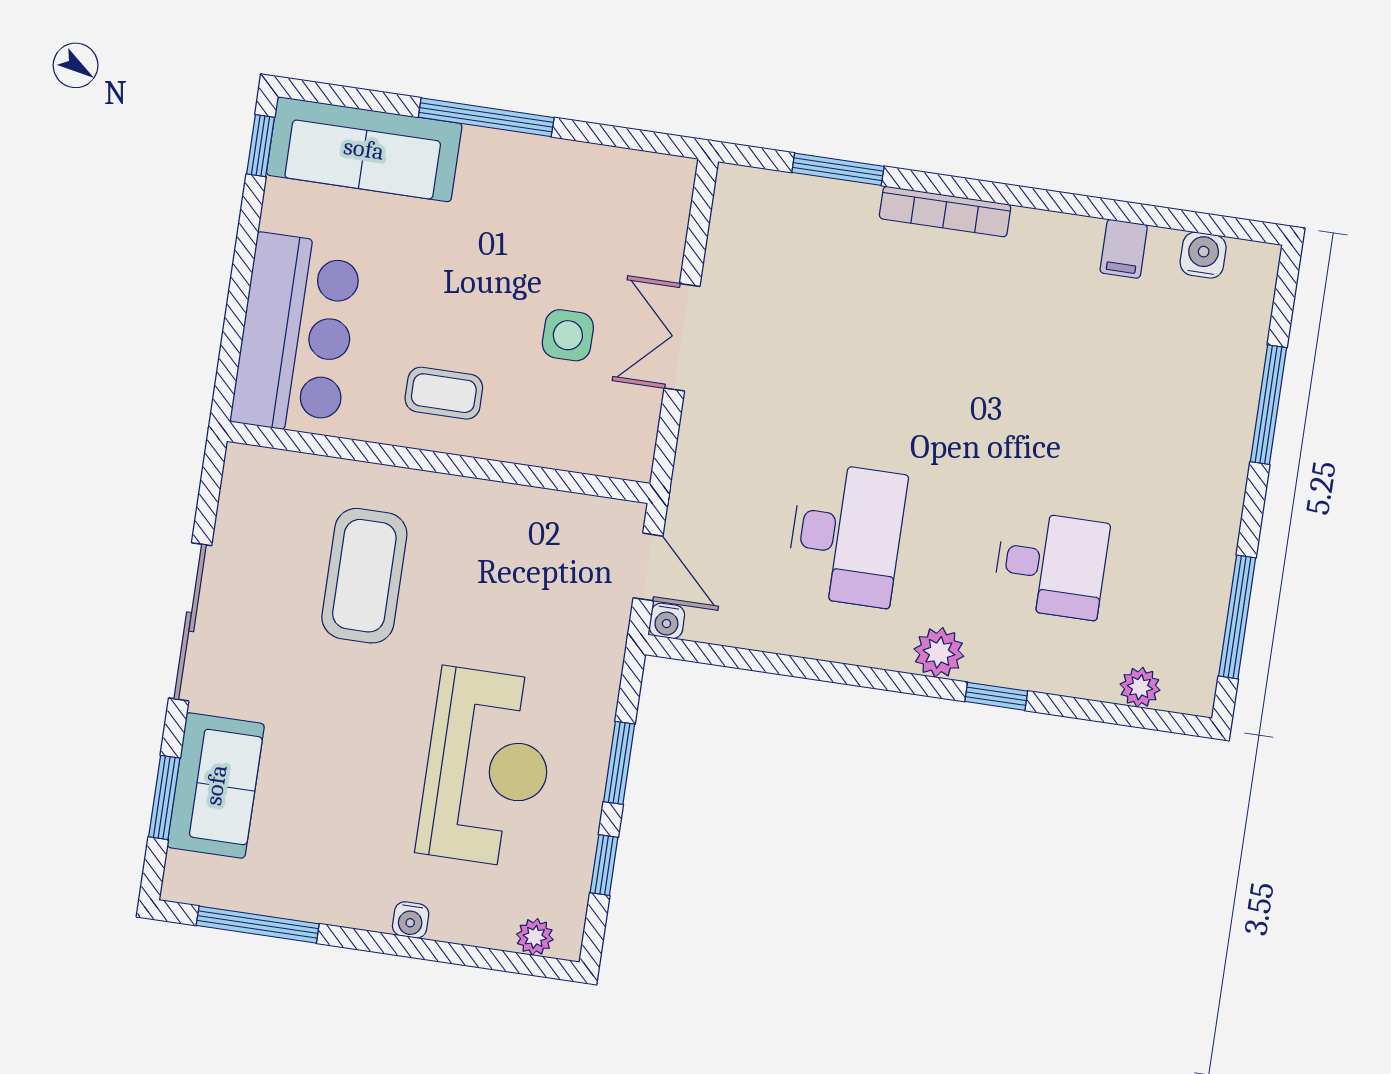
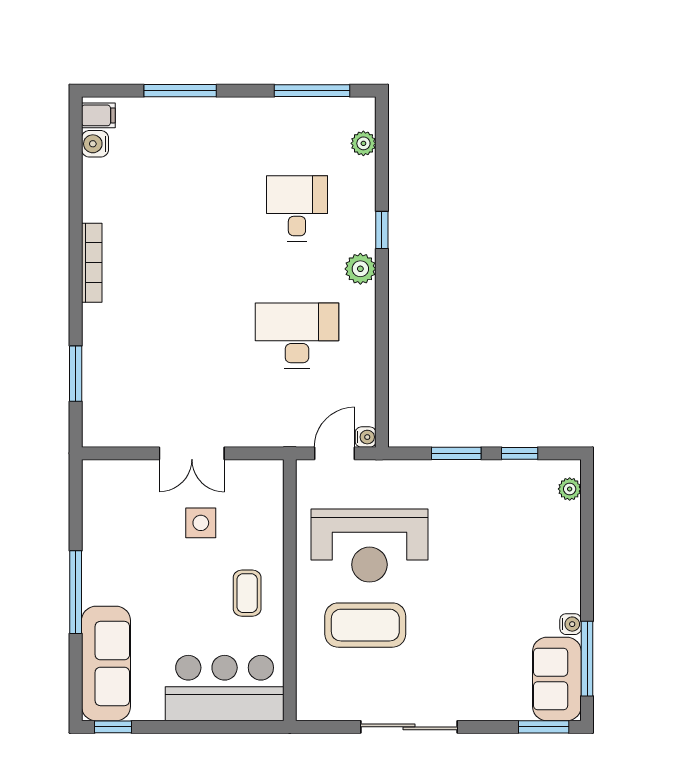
bookcase: (945, 212) -> (92, 263), moved
filing cabinet: (1124, 249) -> (98, 115), moved
reception desk: (487, 768) -> (369, 545), moved, turned 180
sofa: (216, 785) -> (557, 679), moved, turned -90
window: (164, 797) -> (544, 727), moved
water cooler: (411, 920) -> (571, 624), moved

